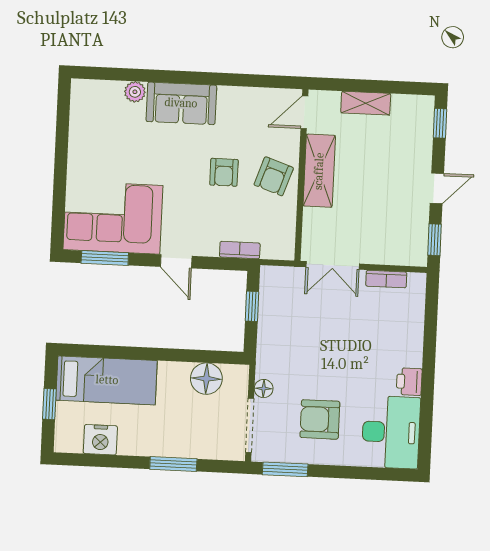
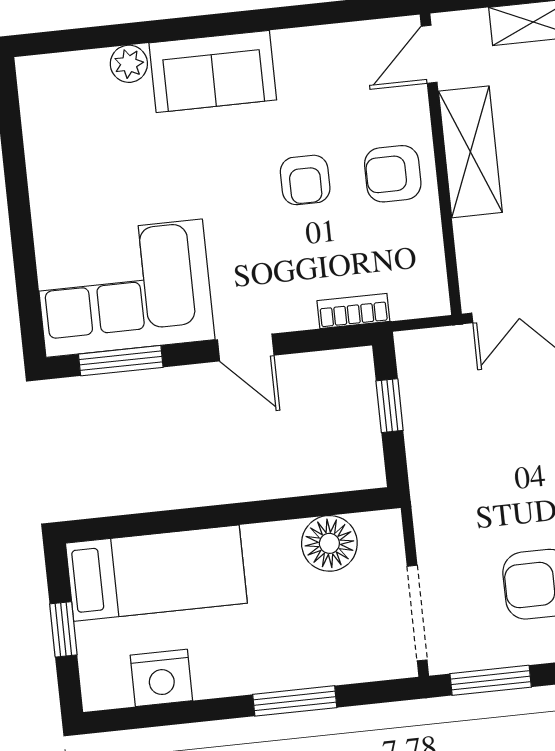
armchair: (274, 176) -> (393, 174), turned 71
floor lamp: (264, 389) -> (432, 546), removed

